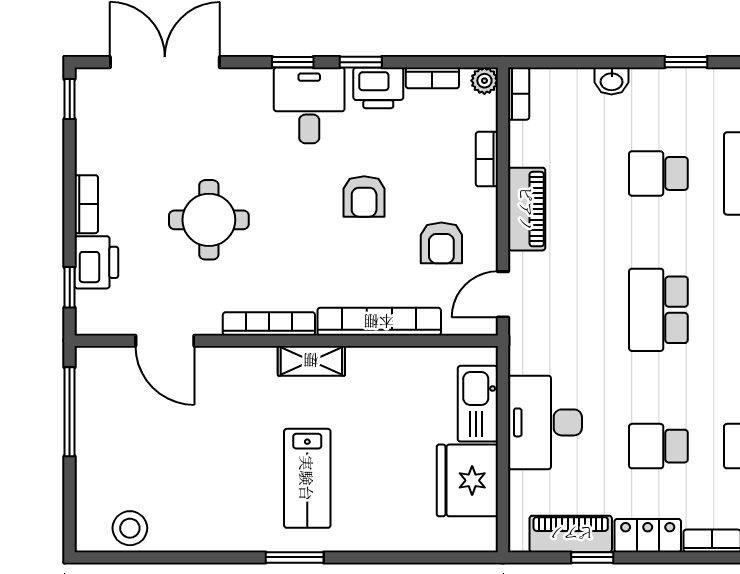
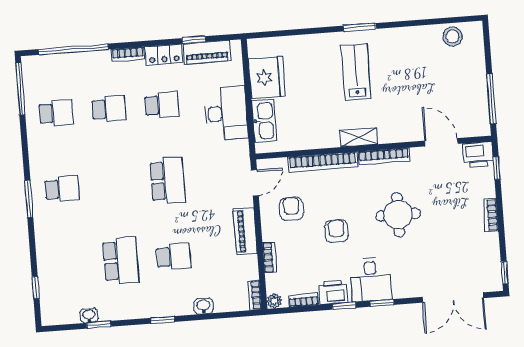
round table: (209, 220) -> (398, 215), moved
printer: (96, 262) -> (478, 155), moved, turned -90

